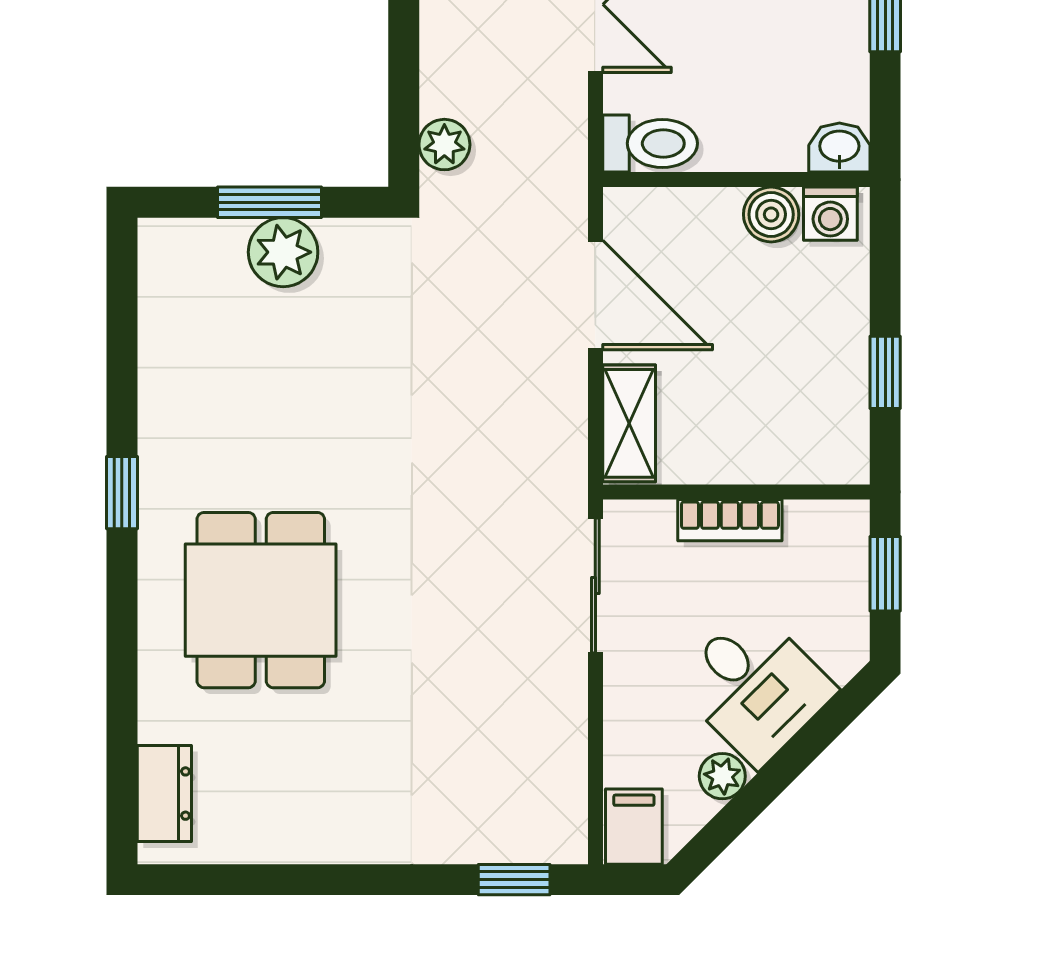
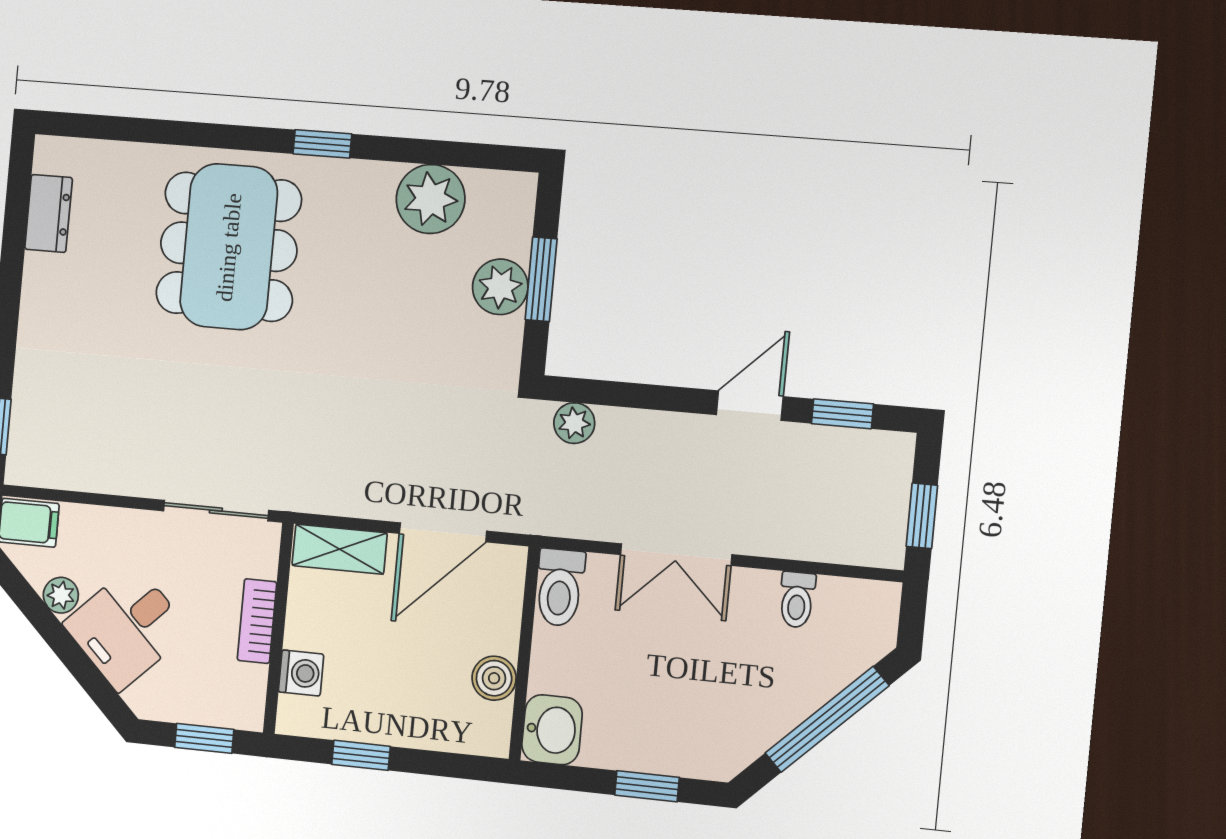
washbasin: (839, 148) -> (552, 730), width x1.38, depth x1.45
washing machine: (830, 214) -> (301, 673), moved, turned 180
plant: (181, 350) -> (431, 199), added
dining table: (261, 600) -> (229, 247), width x1.38
dresser: (164, 794) -> (49, 213), moved, turned -90

